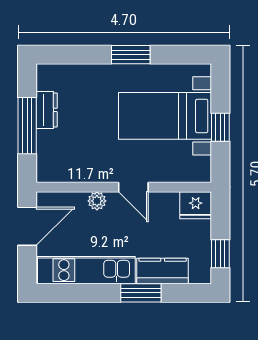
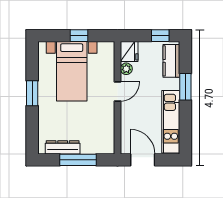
dresser: (47, 110) -> (63, 147), width x1.44
plant: (97, 201) -> (126, 69), moved
kitchen counter: (163, 271) -> (171, 61), moved

